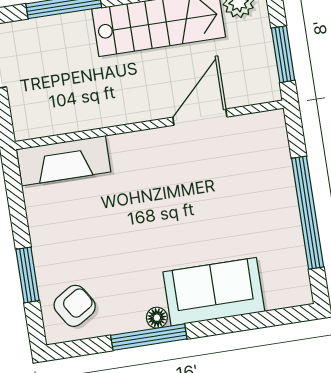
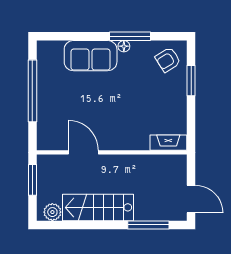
door: (200, 117) -> (83, 152), swing flipped
fireplace: (64, 161) -> (168, 143), width x0.73, depth x0.76

